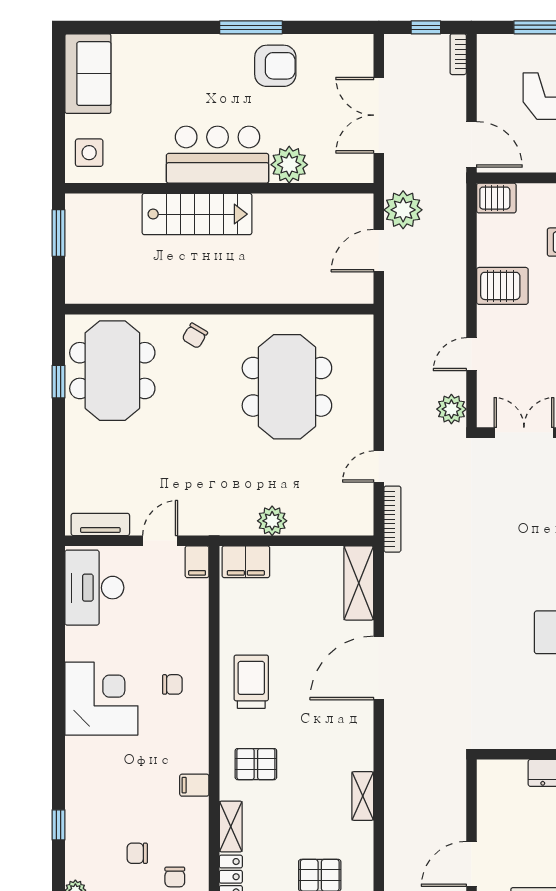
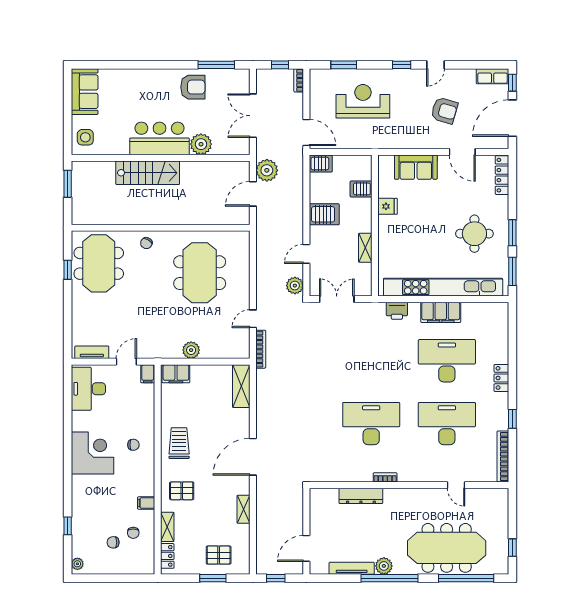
window: (251, 27) -> (216, 65), moved
door: (379, 668) -> (253, 457), moved
chair: (175, 877) -> (133, 533), moved

